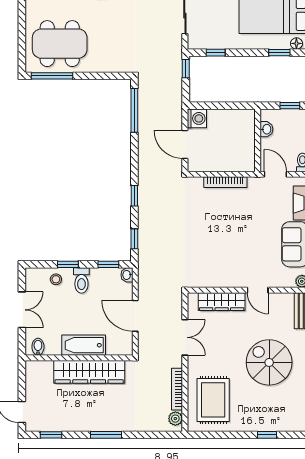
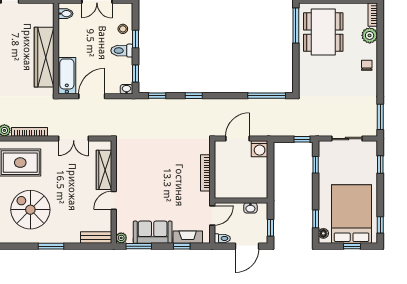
bathtub: (84, 345) -> (67, 76), moved
spiral stairs: (269, 362) -> (30, 210), moved, turned -90

